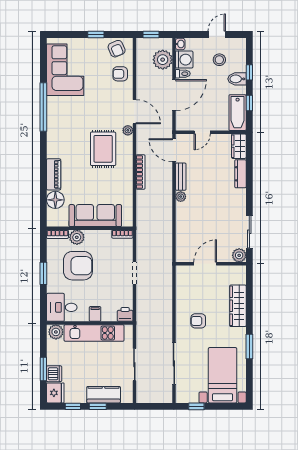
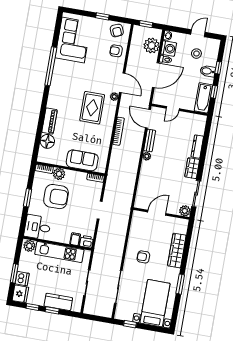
wardrobe: (239, 146) -> (192, 168), moved
sofa: (95, 216) -> (82, 160), width x0.73
filing cabinet: (95, 314) -> (75, 239), moved

